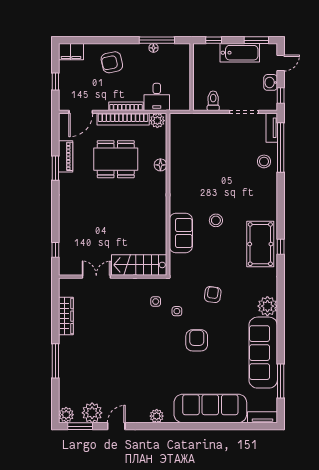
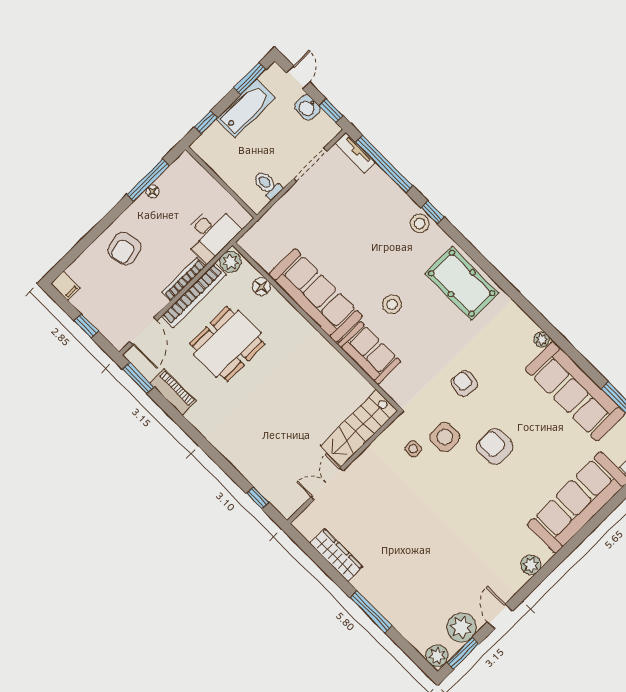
filing cabinet: (71, 52) -> (66, 286), width x0.50
desk: (157, 97) -> (211, 233), width x1.37
stool: (264, 161) -> (420, 223), moved
floor lamp: (160, 165) -> (261, 287), moved
window: (55, 168) -> (138, 378), moved
sofa: (183, 179) -> (315, 295), added
window: (281, 247) -> (433, 212), moved
plant: (267, 306) -> (542, 339), width x0.53, depth x0.53
side table: (177, 311) -> (445, 437), width x1.87, depth x1.87

